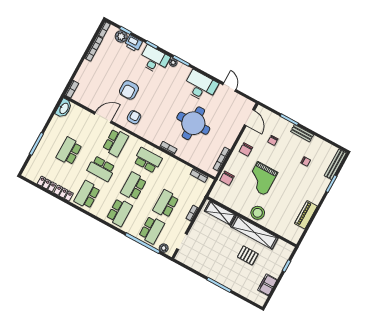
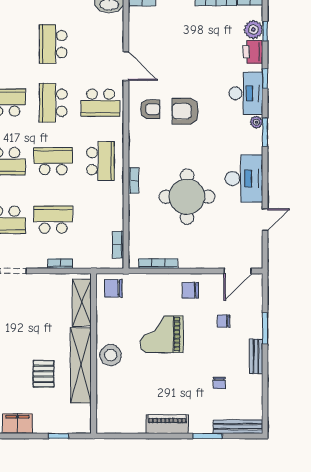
armchair: (129, 90) -> (185, 111), moved
school desk: (69, 151) -> (53, 44), turned -90
chair: (227, 178) -> (113, 288), moved
piano: (306, 215) -> (167, 424), moved

